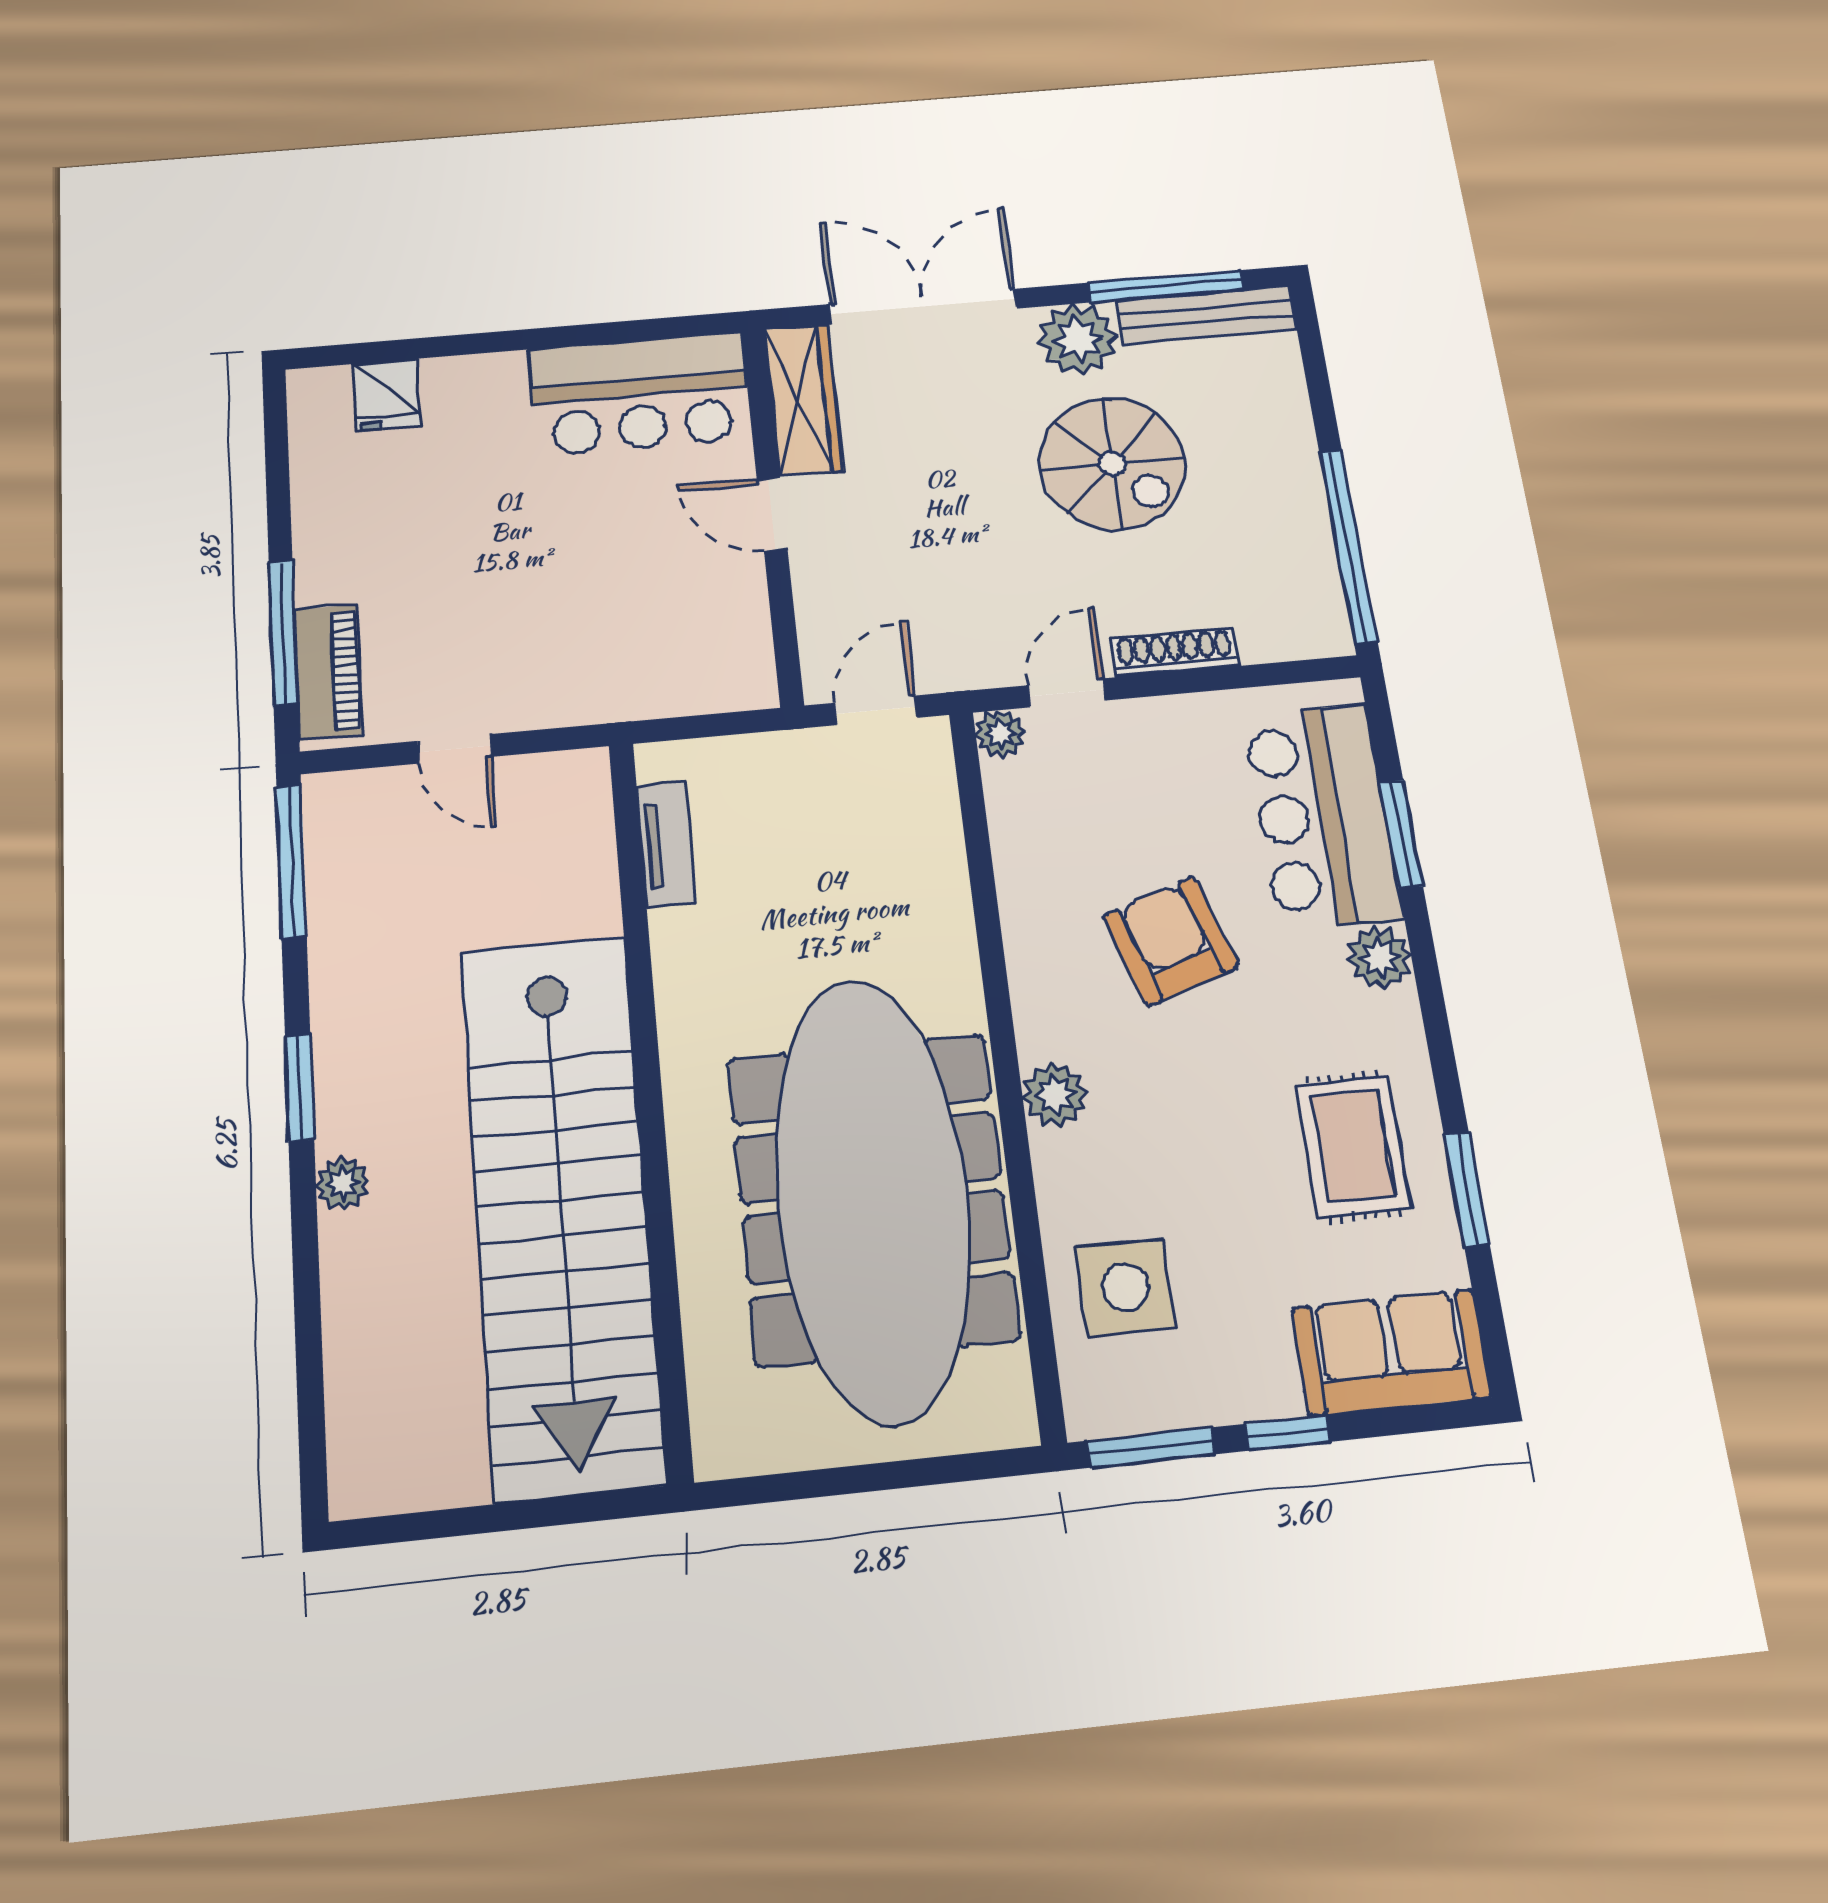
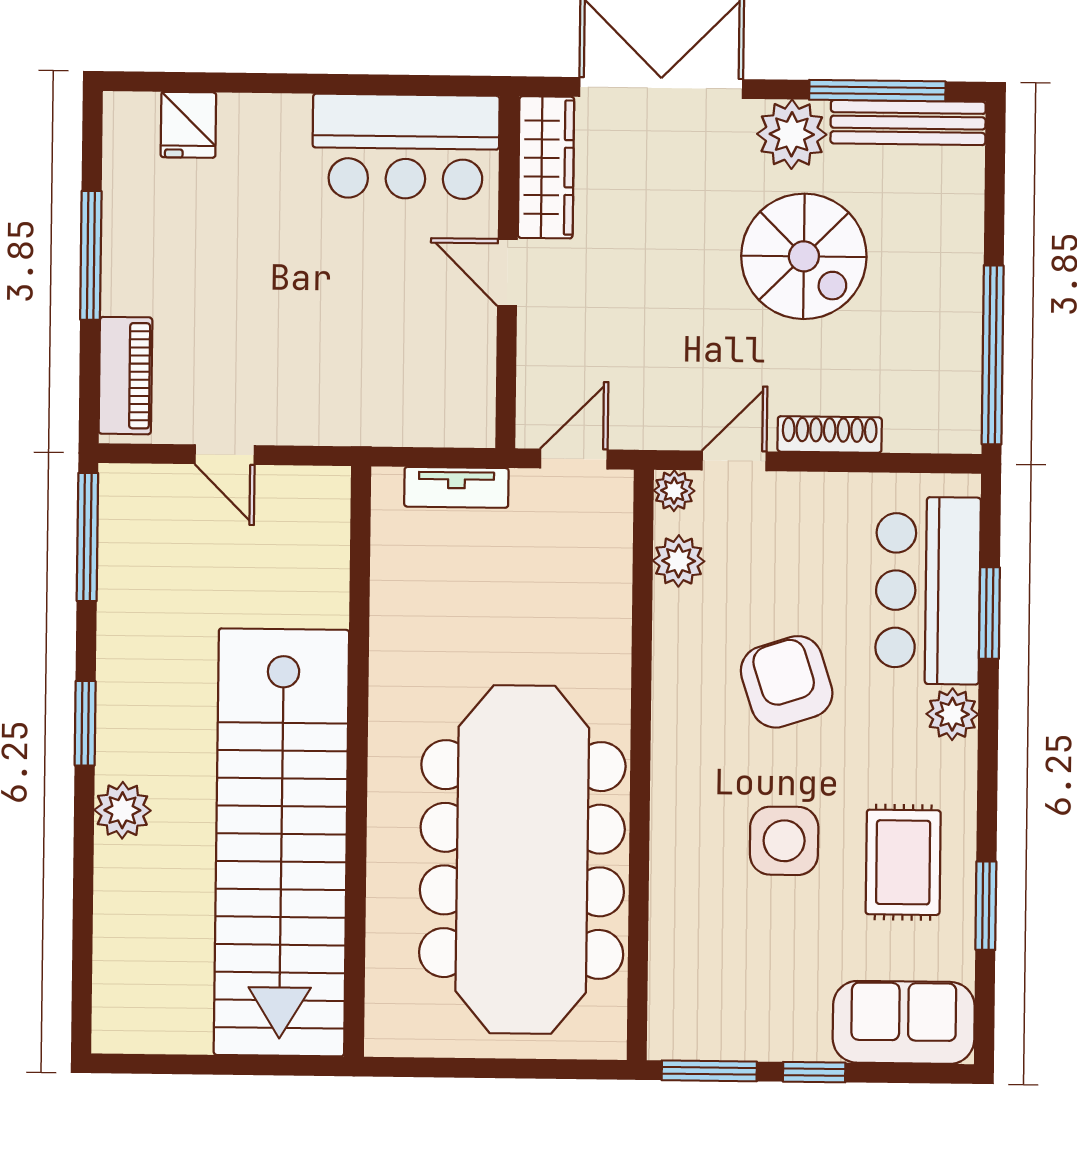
window: (283, 633) -> (91, 255), moved
tv unit: (666, 845) -> (456, 487), moved, turned 90
plant: (1055, 1095) -> (679, 561), moved
plant: (343, 1183) -> (122, 810), width x1.38, depth x1.38
side table: (1126, 1287) -> (784, 841), moved

